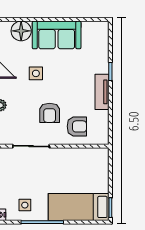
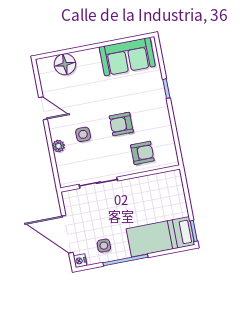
sofa: (57, 35) -> (127, 57), moved
side table: (36, 73) -> (83, 134), moved
tv unit: (102, 92) -> (162, 112), removed
armchair: (50, 113) -> (121, 124), moved, turned 90

